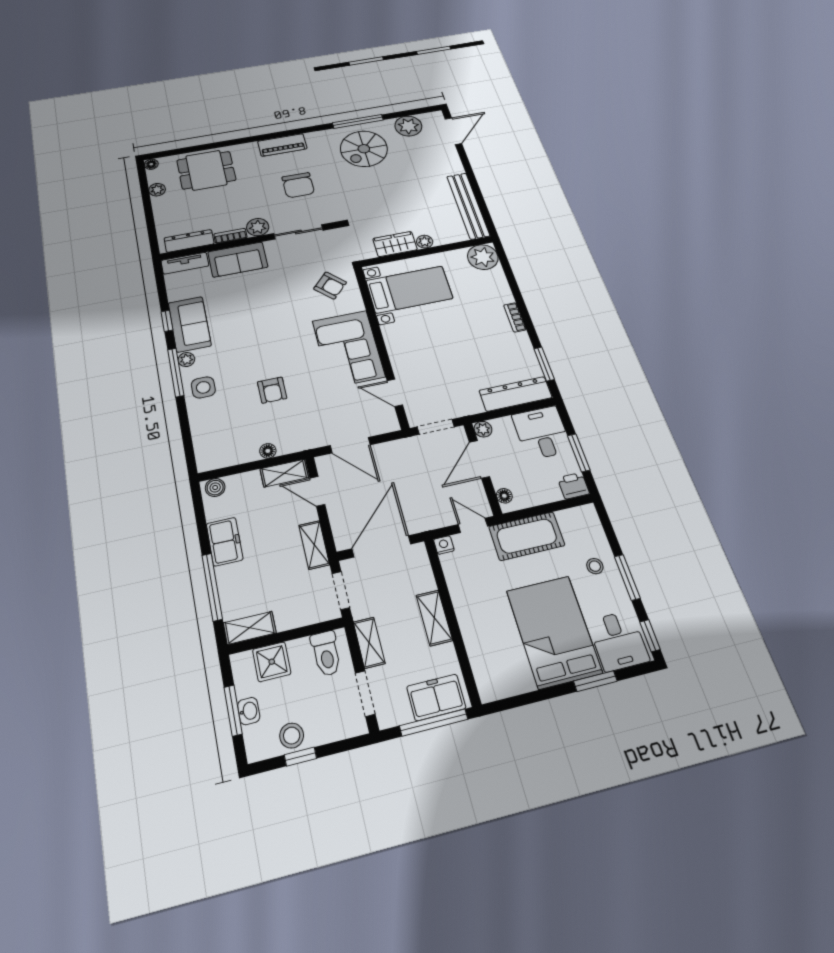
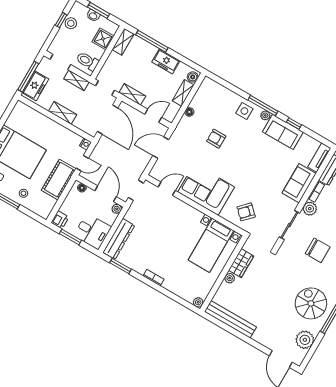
chair: (298, 185) -> (318, 250), turned 180
plant: (483, 257) -> (198, 302), width x0.53, depth x0.53
shelving: (284, 473) -> (183, 93), moved

